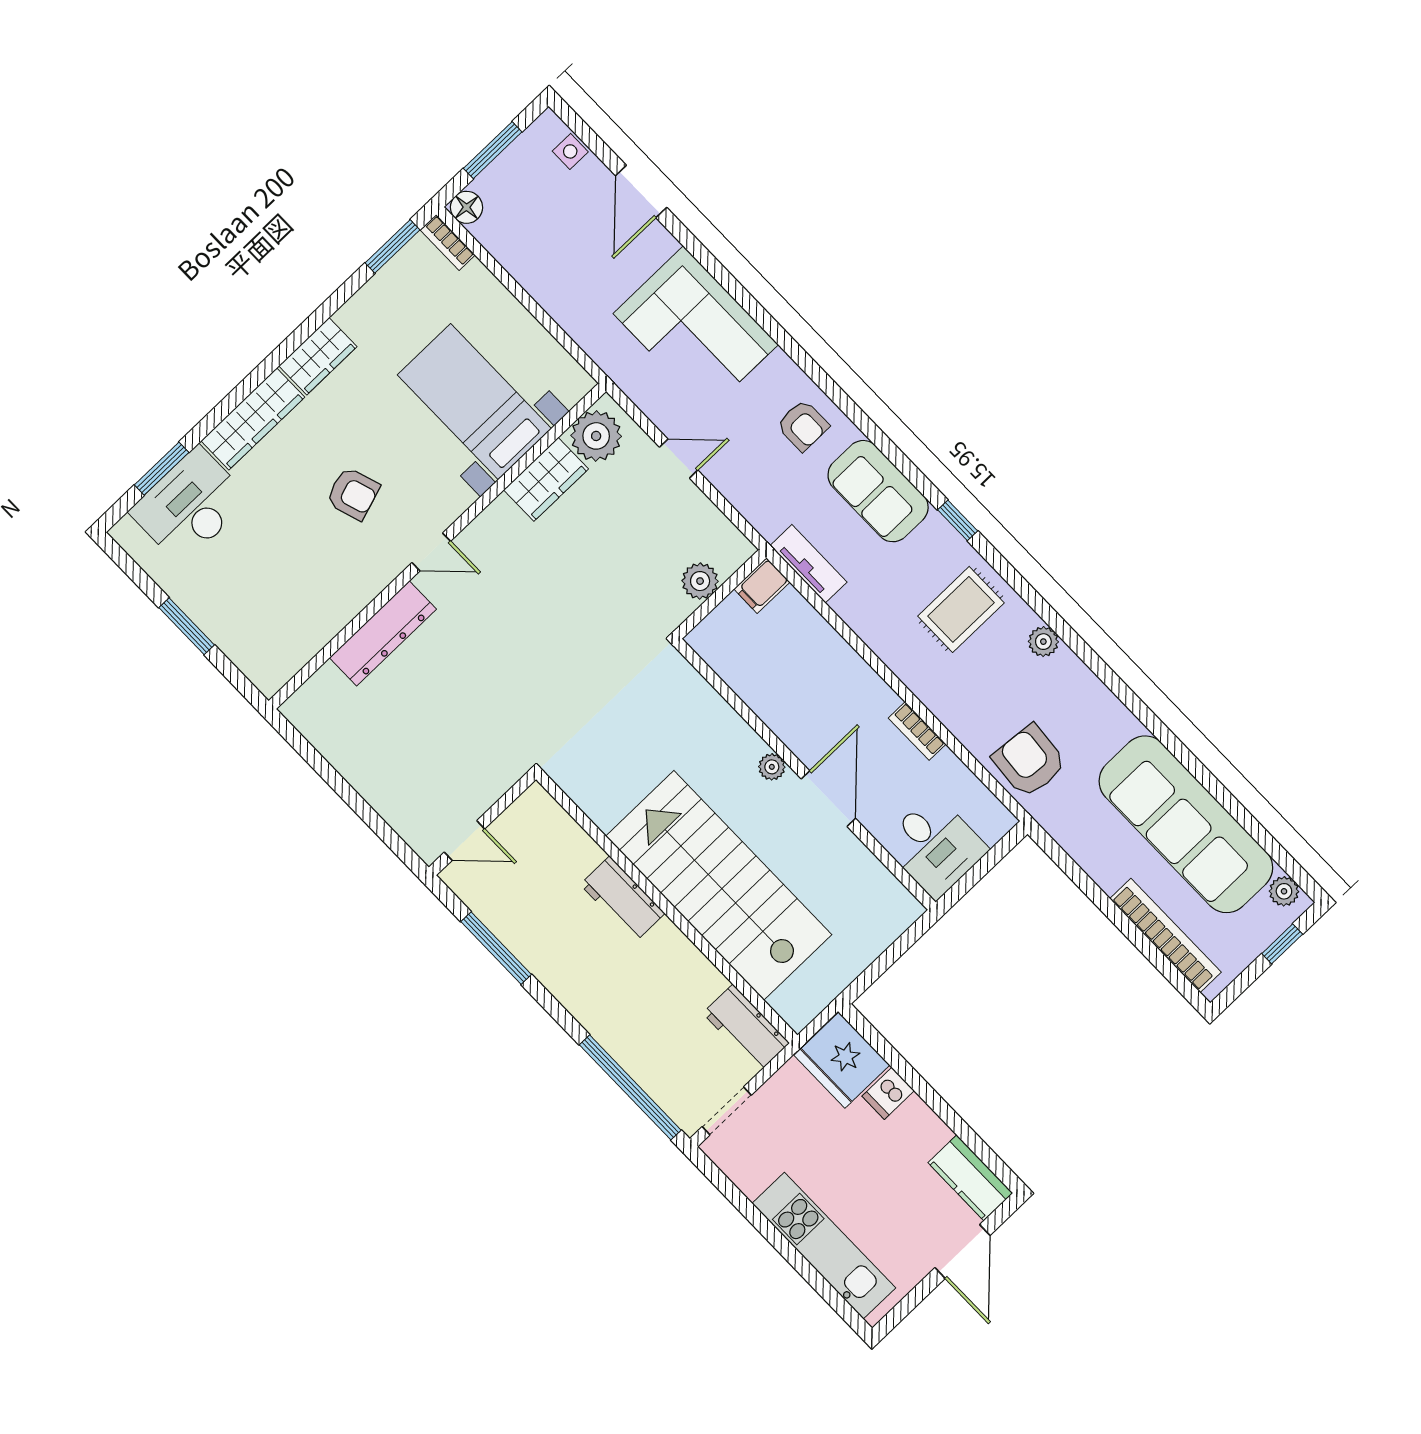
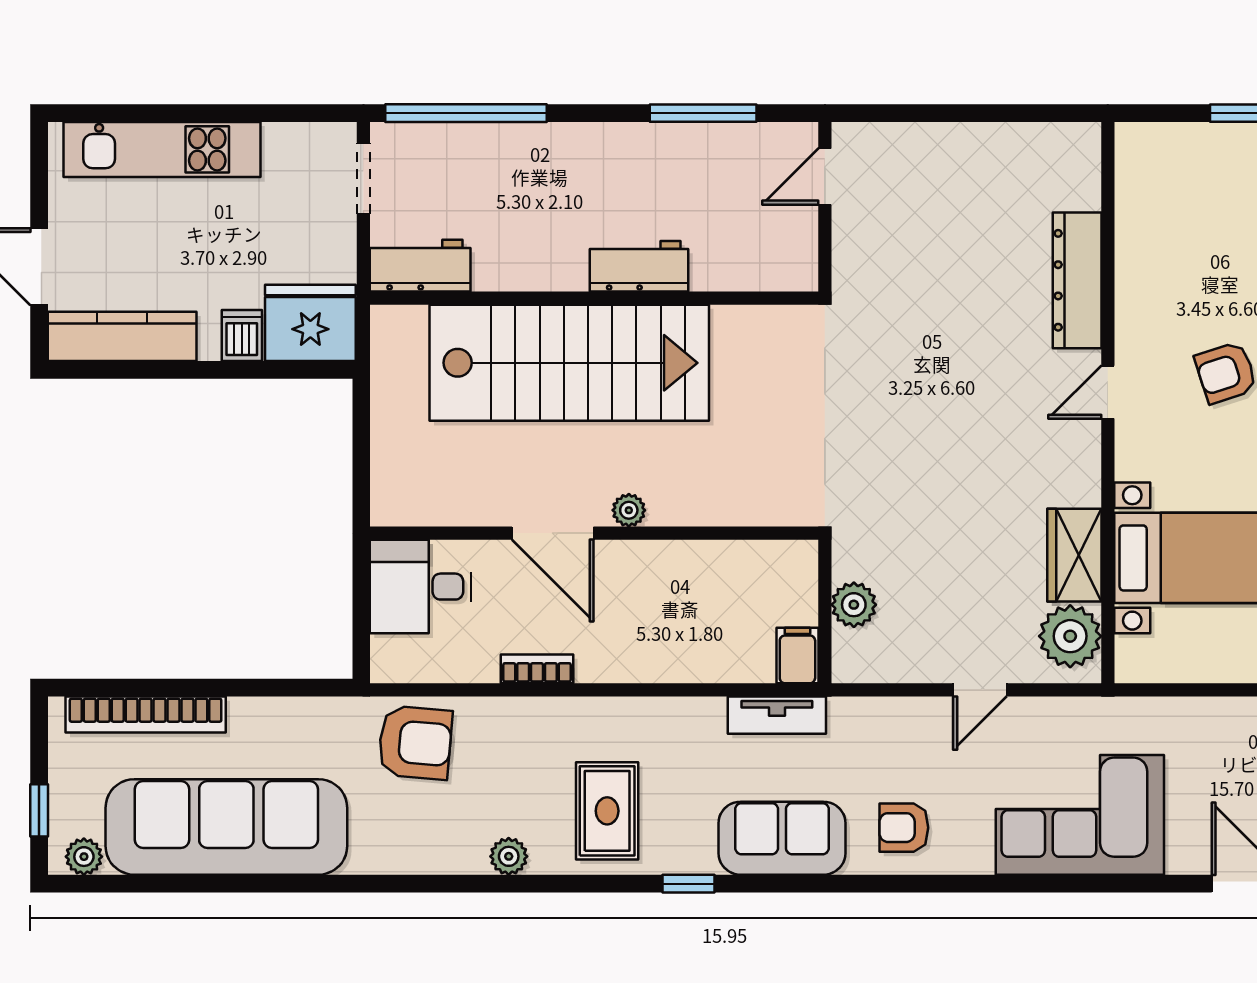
kitchen counter: (970, 1178) -> (122, 336), width x1.50

